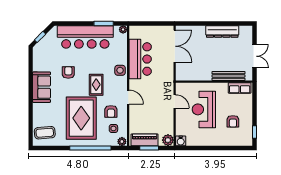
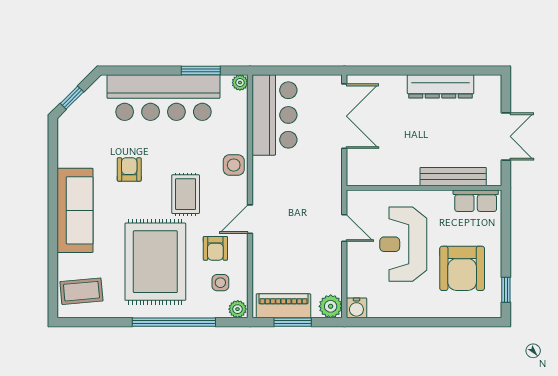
bar counter: (140, 59) -> (274, 115), moved
sofa: (42, 87) -> (75, 210), width x1.36
door: (128, 97) -> (250, 219), swing flipped
armchair: (233, 121) -> (462, 268), width x1.88, depth x1.88

